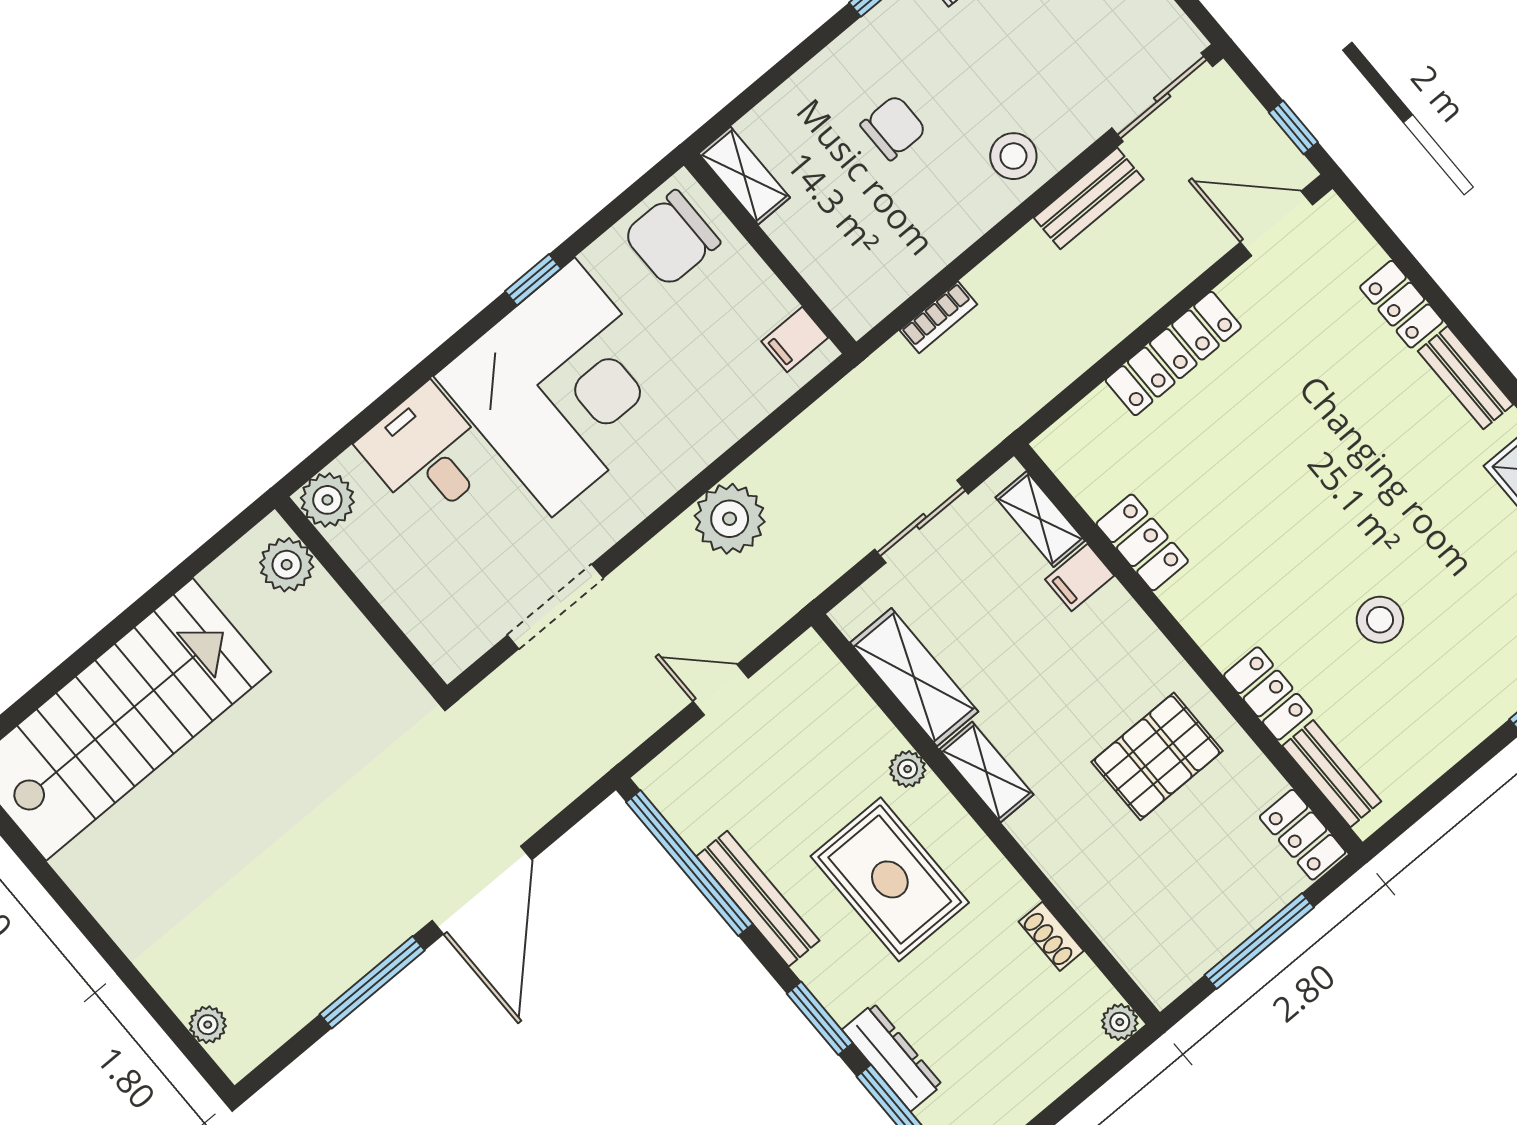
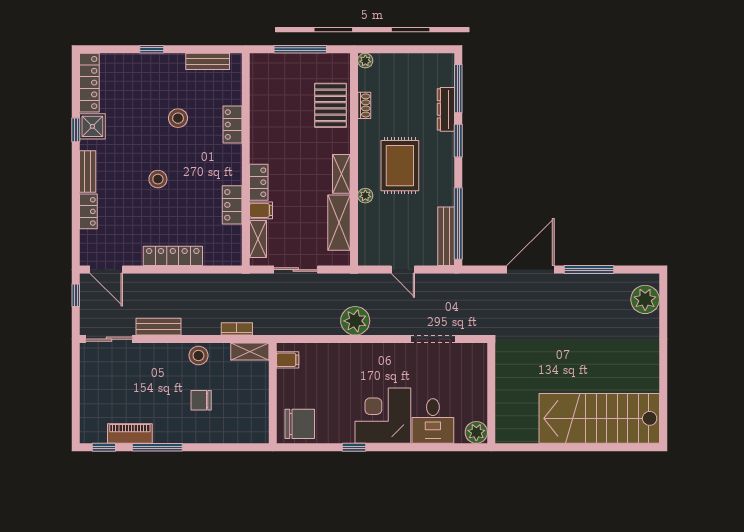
stool: (1013, 156) -> (198, 356), moved
shelving: (744, 176) -> (250, 351), moved, turned 90
corner desk: (563, 387) -> (383, 416), width x0.74, depth x0.74
stool: (1322, 474) -> (158, 179), added
plant: (287, 565) -> (506, 423), removed
pallet: (1157, 756) -> (331, 105), moved, turned 90
bench: (1332, 774) -> (208, 61), moved, turned 90
locker: (1303, 835) -> (259, 182), moved
bench: (758, 899) -> (446, 236), moved
plant: (208, 1025) -> (645, 299), width x1.87, depth x1.87

